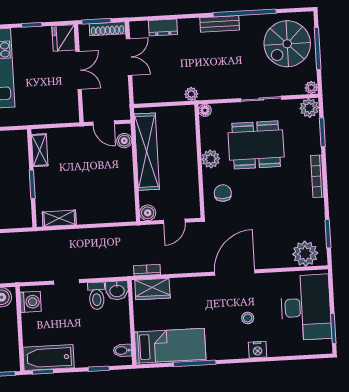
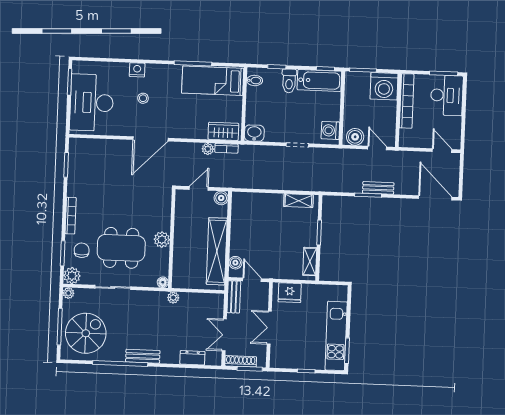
fridge: (64, 38) -> (290, 293), moved, turned 90
bench: (122, 101) -> (234, 297), added
chair: (223, 193) -> (82, 250), moved, turned 180
plant: (305, 254) -> (208, 149), moved, width x0.53, depth x0.53
toilet: (97, 296) -> (289, 81), moved, turned 180

